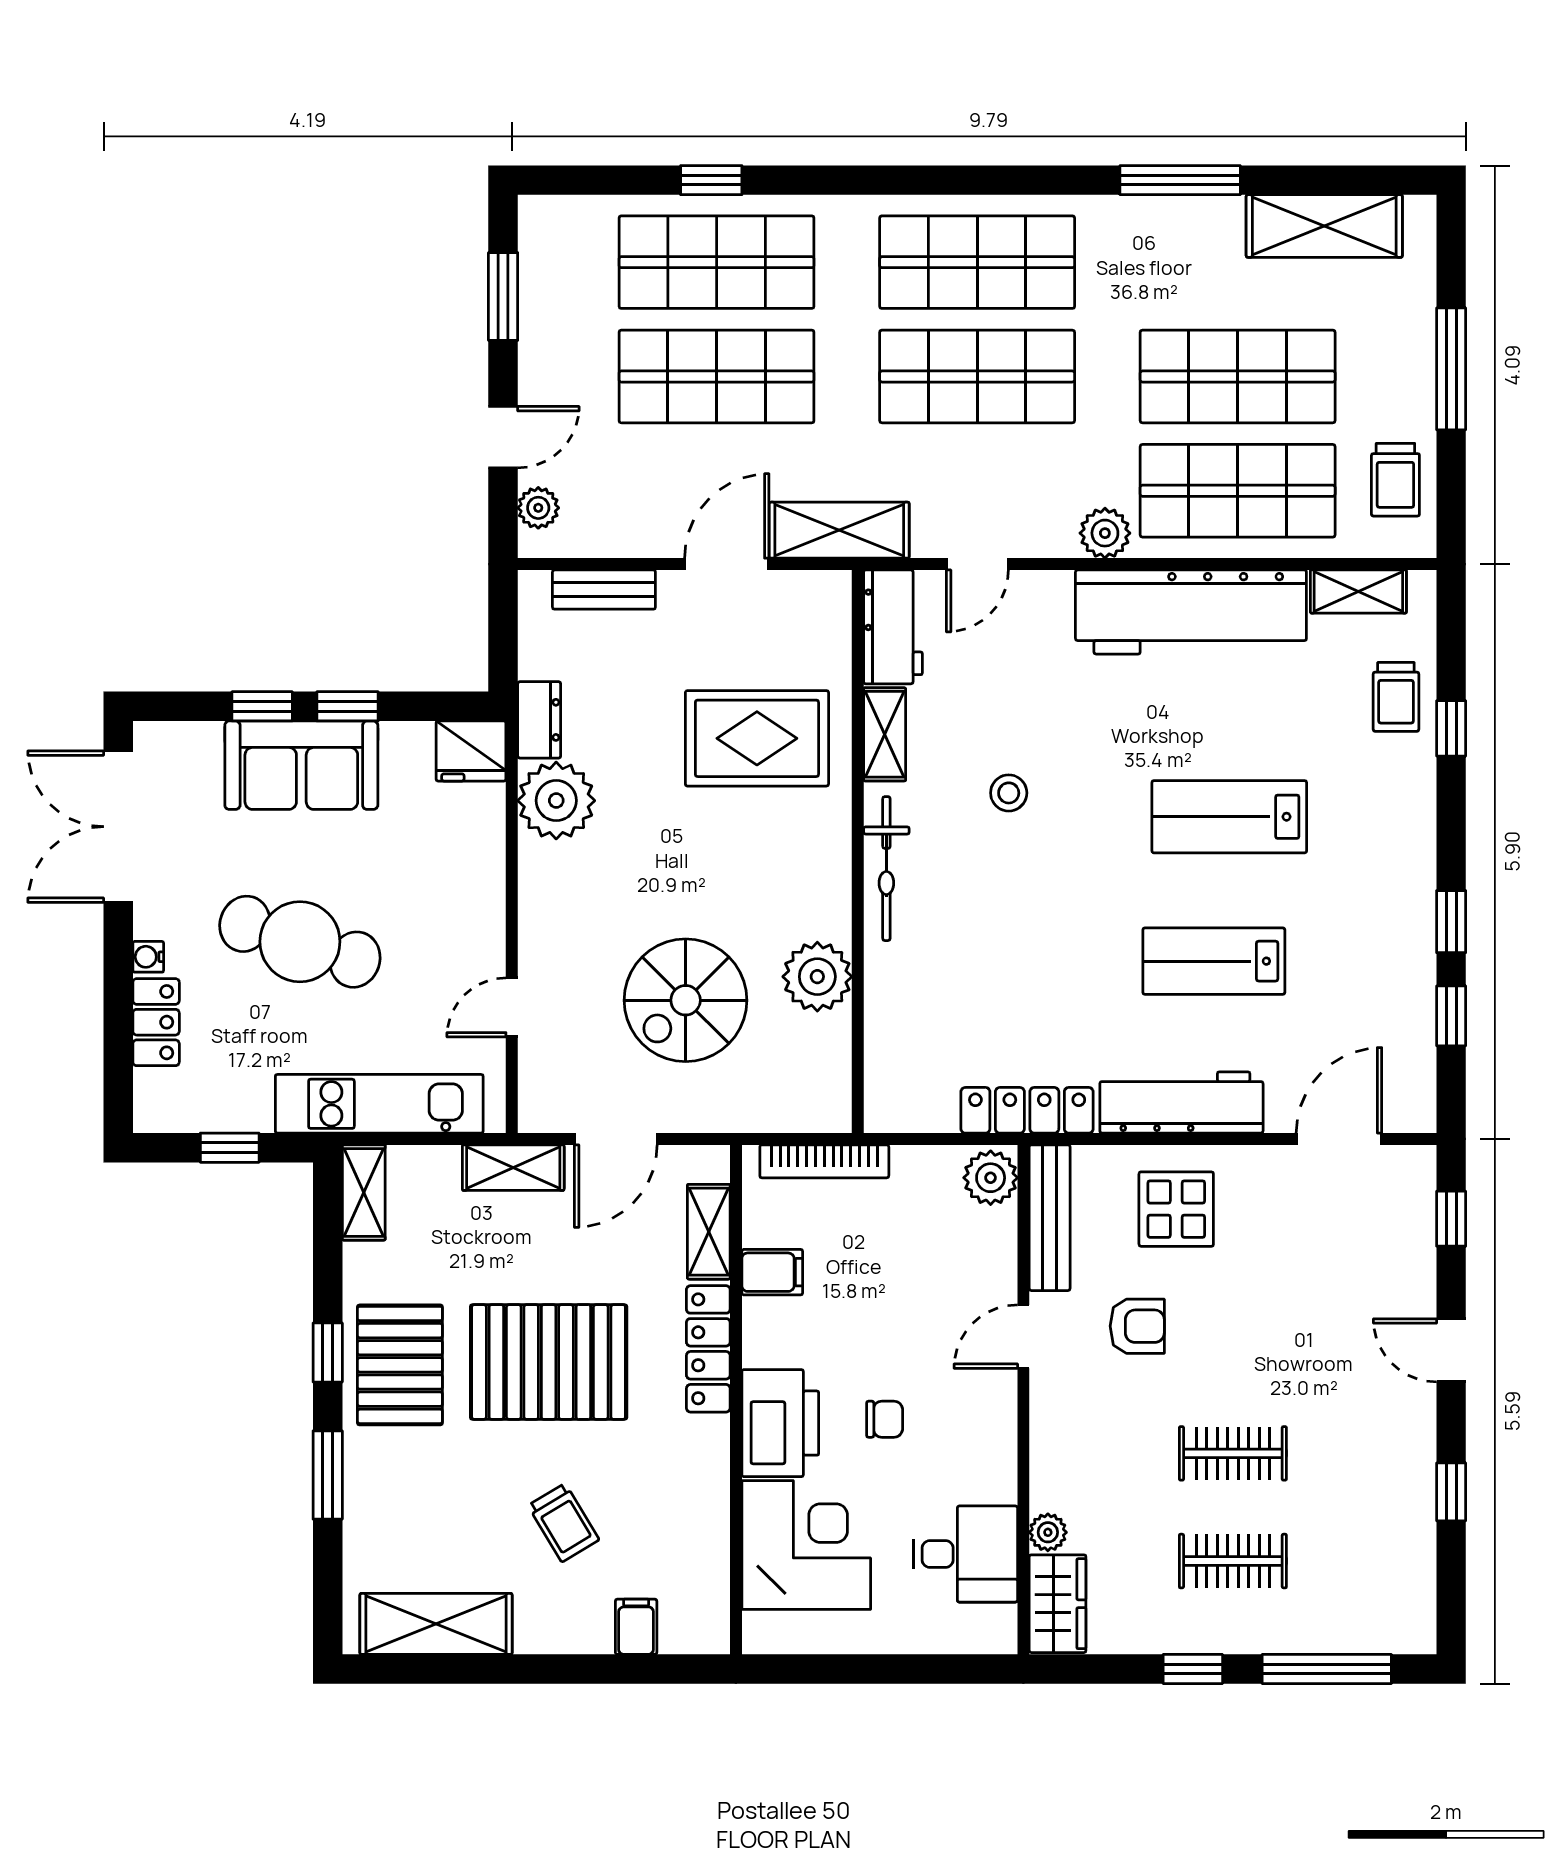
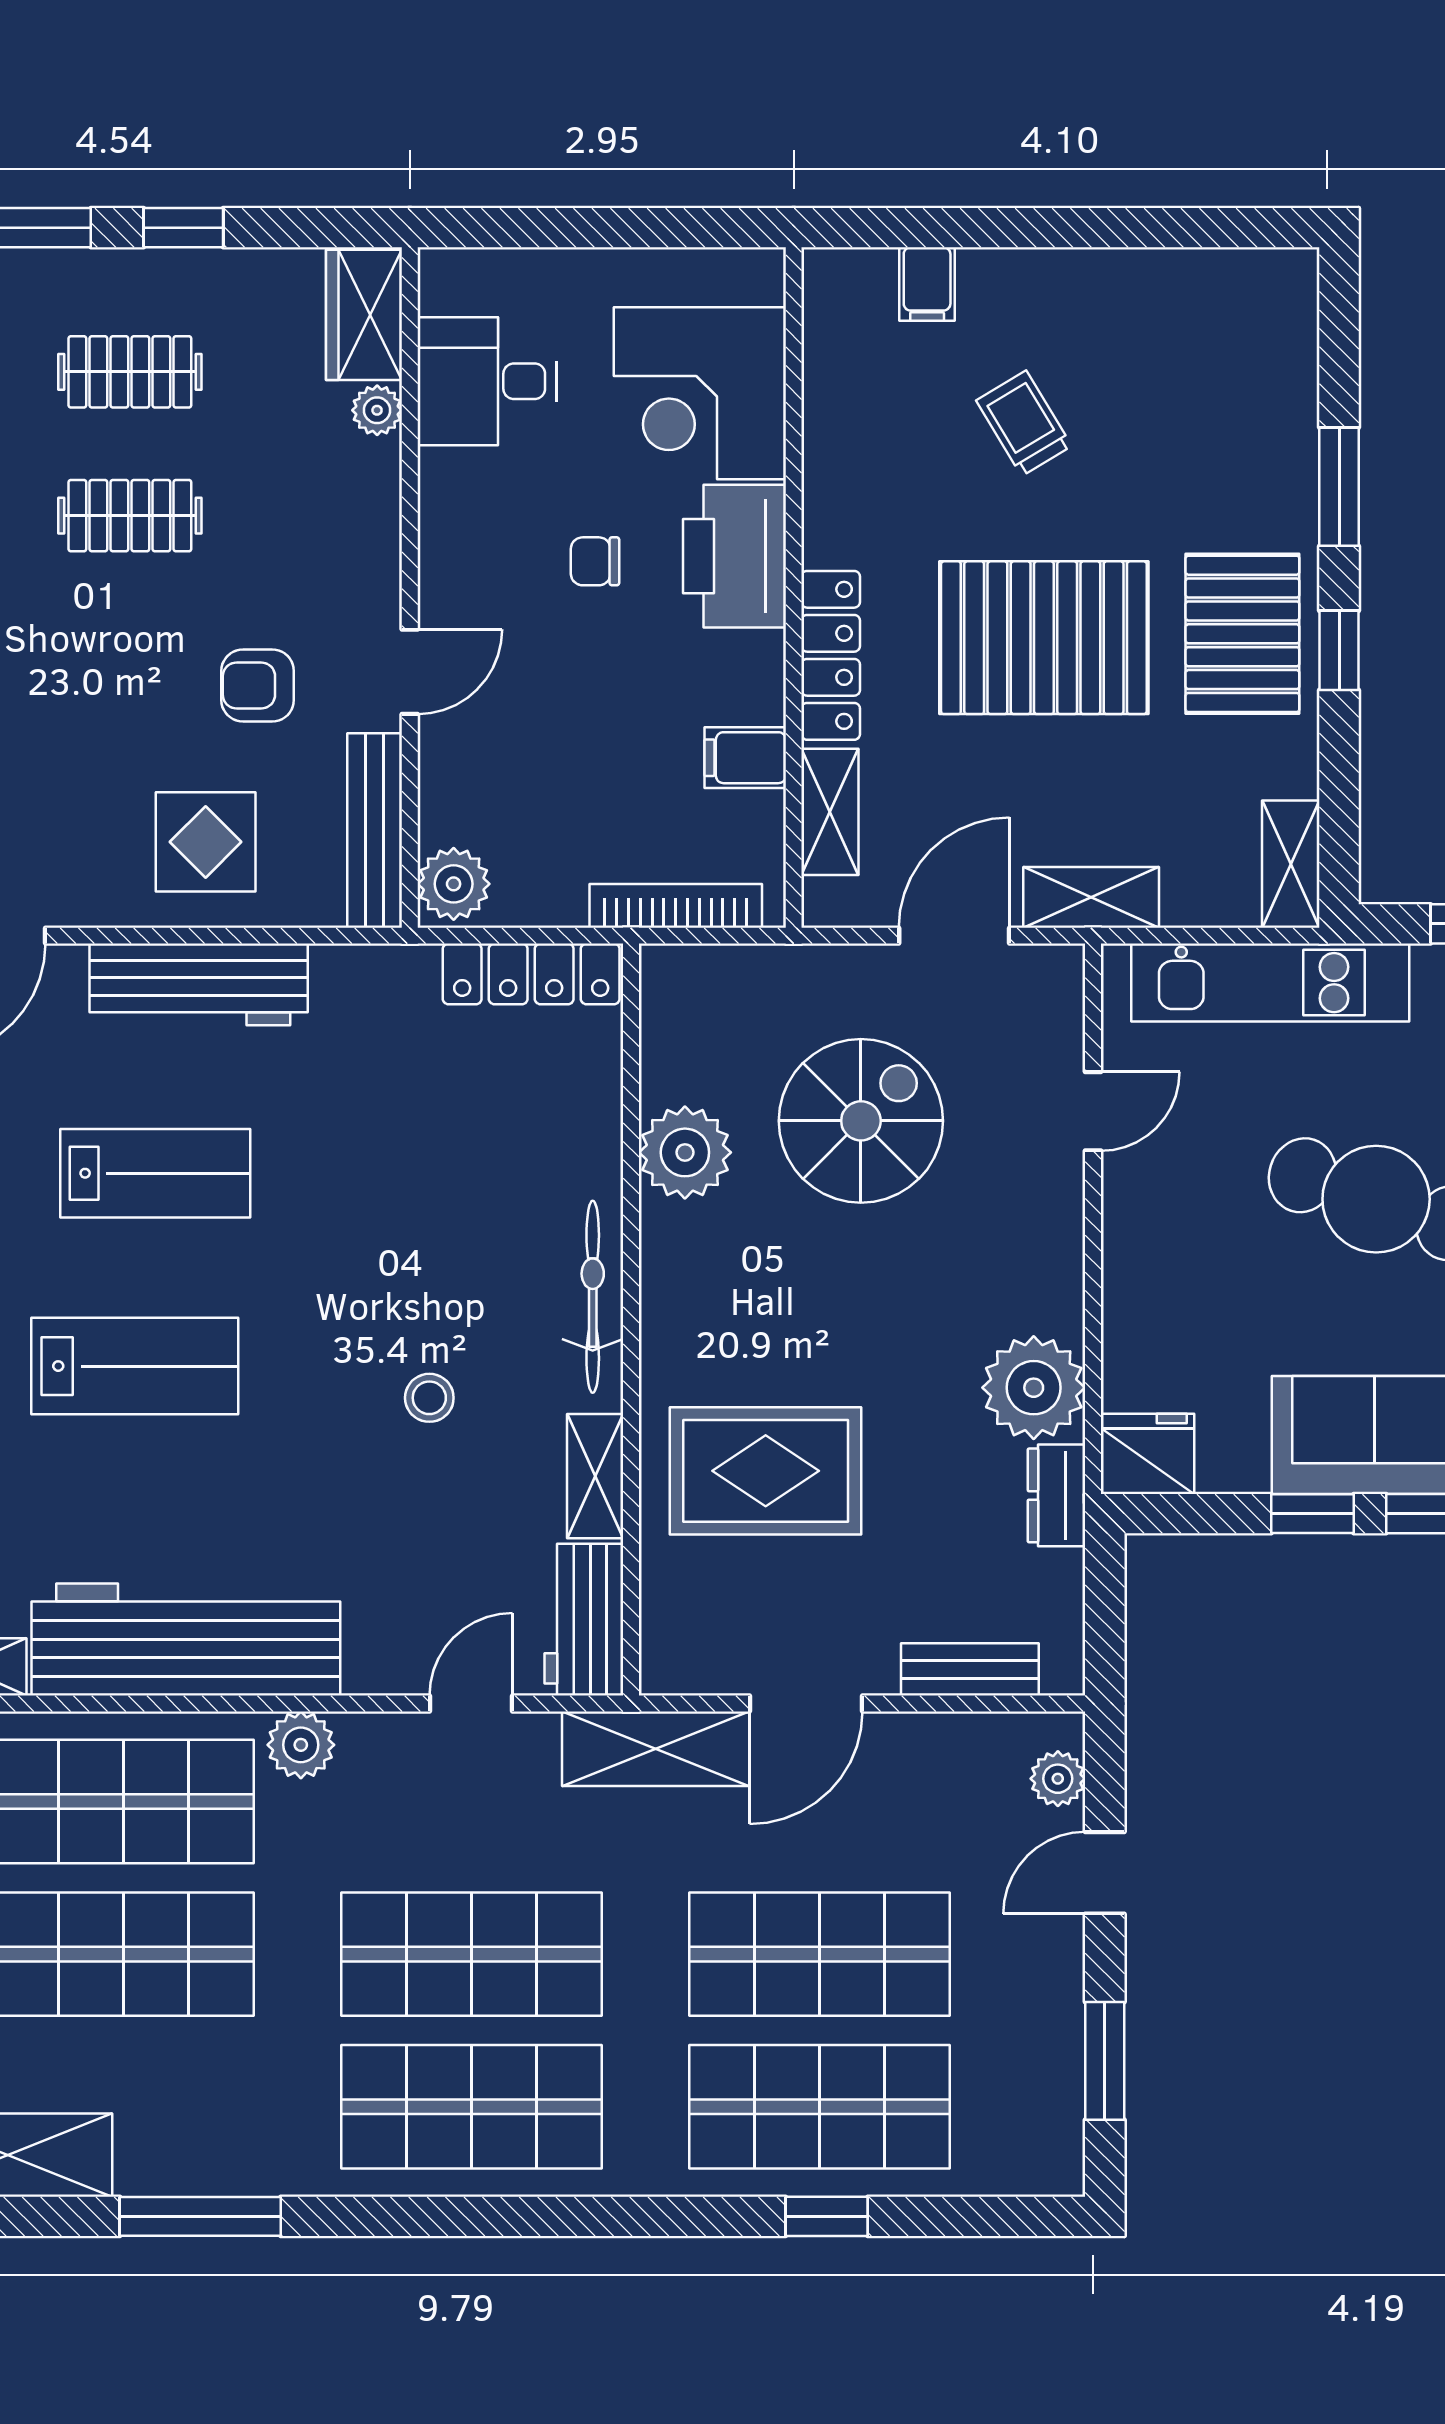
locker: (1027, 1110) -> (531, 974), moved
shelving: (436, 1624) -> (1194, 288), removed

